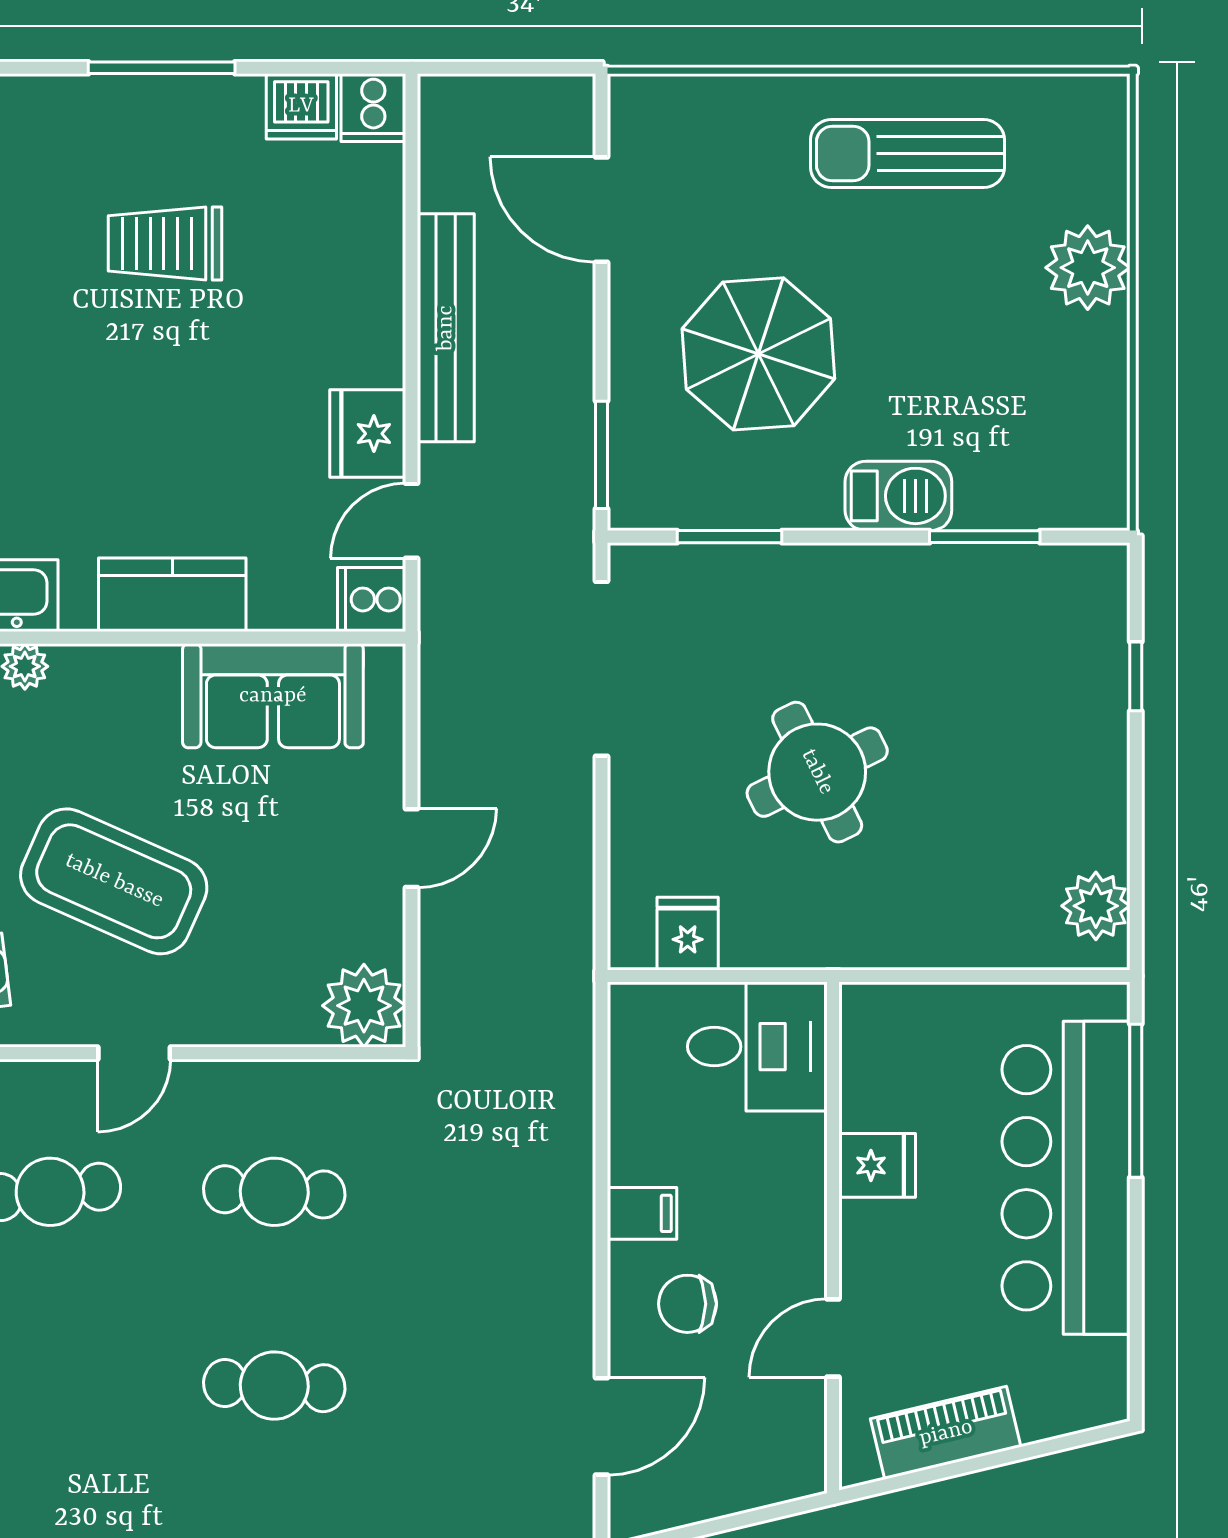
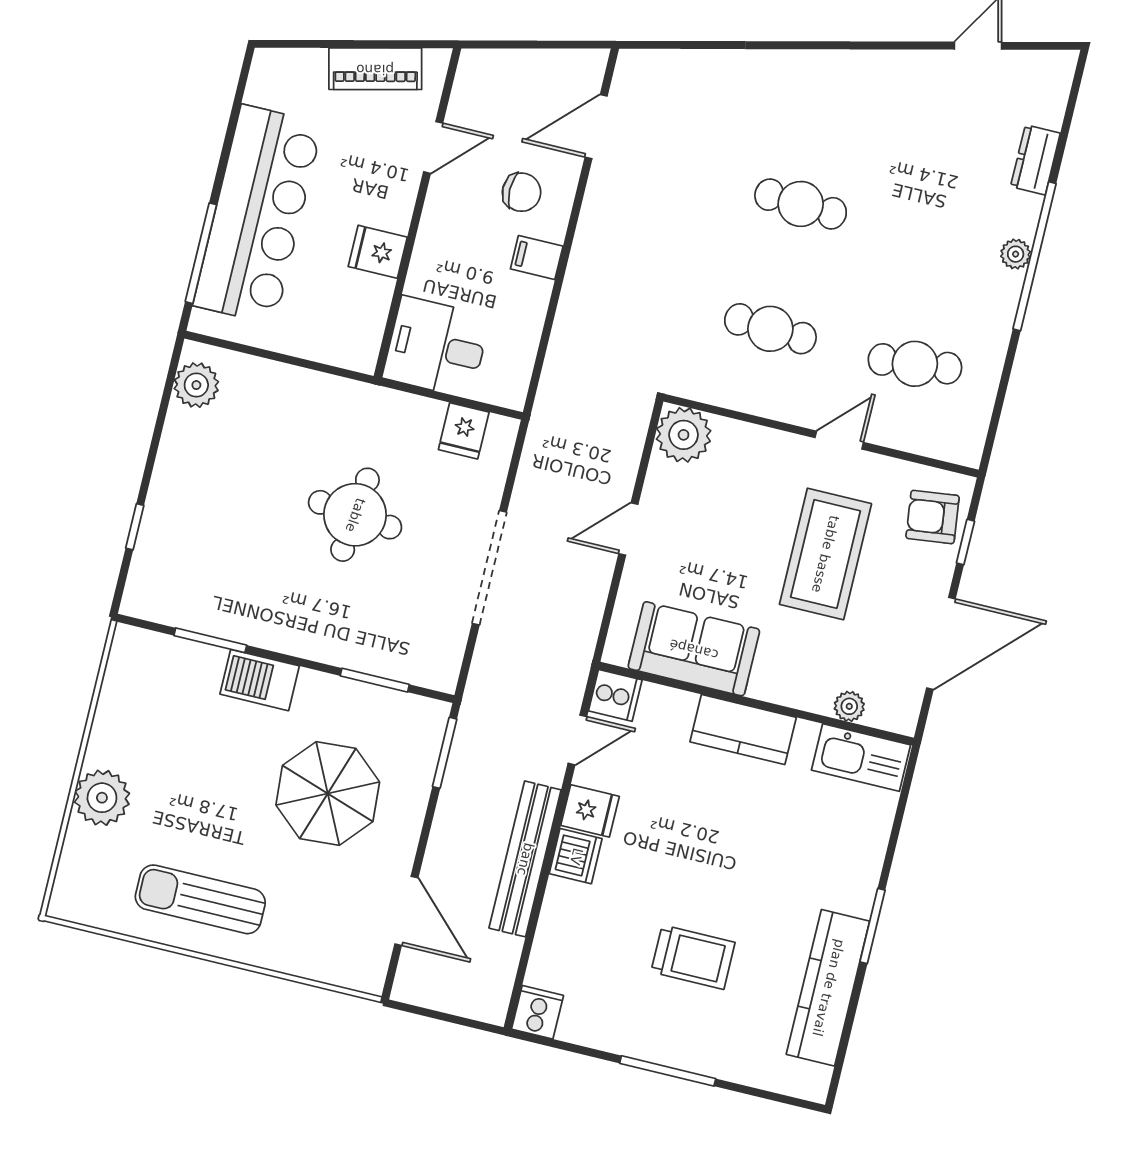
dishwasher: (301, 106) -> (576, 856), moved, turned 90
sun lounger: (908, 153) -> (200, 899), turned 180
fridge: (368, 434) -> (590, 811), width x0.72
doorway: (601, 669) -> (489, 568), moved
round table: (817, 772) -> (355, 515), turned 32
coffee table: (114, 881) -> (825, 554), turned 66

